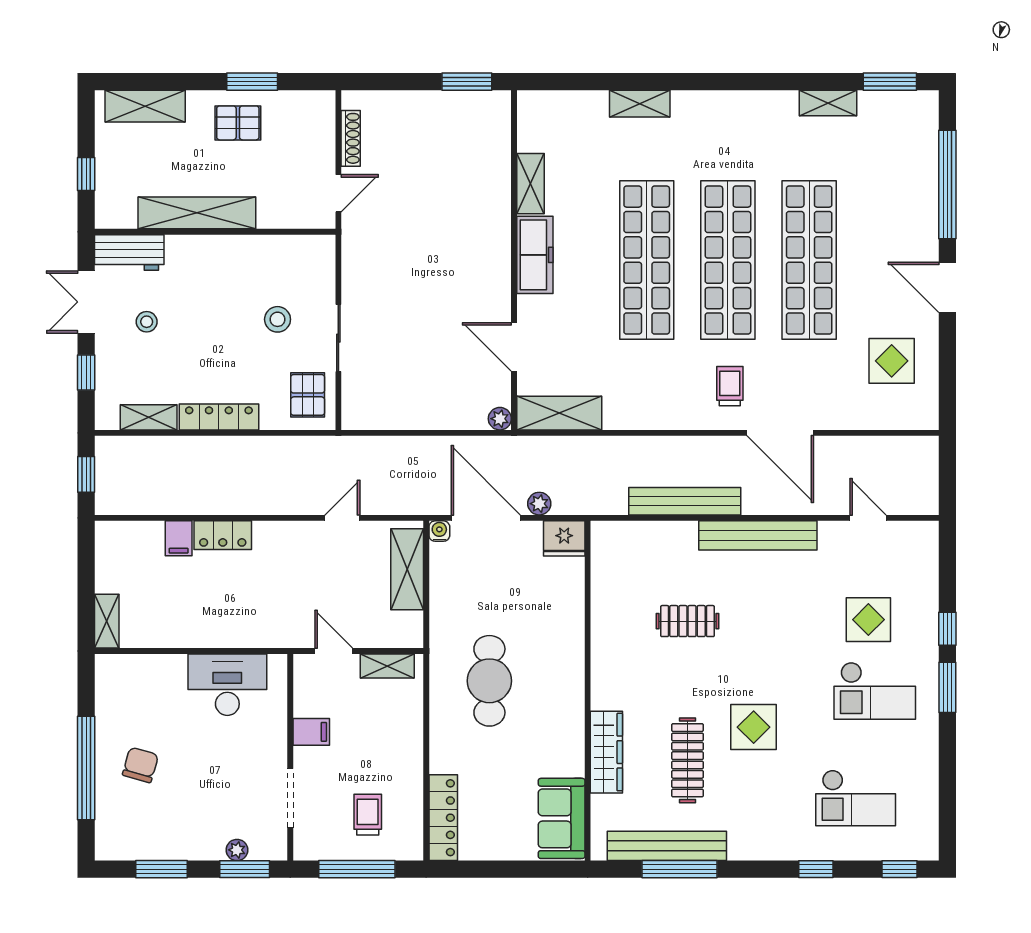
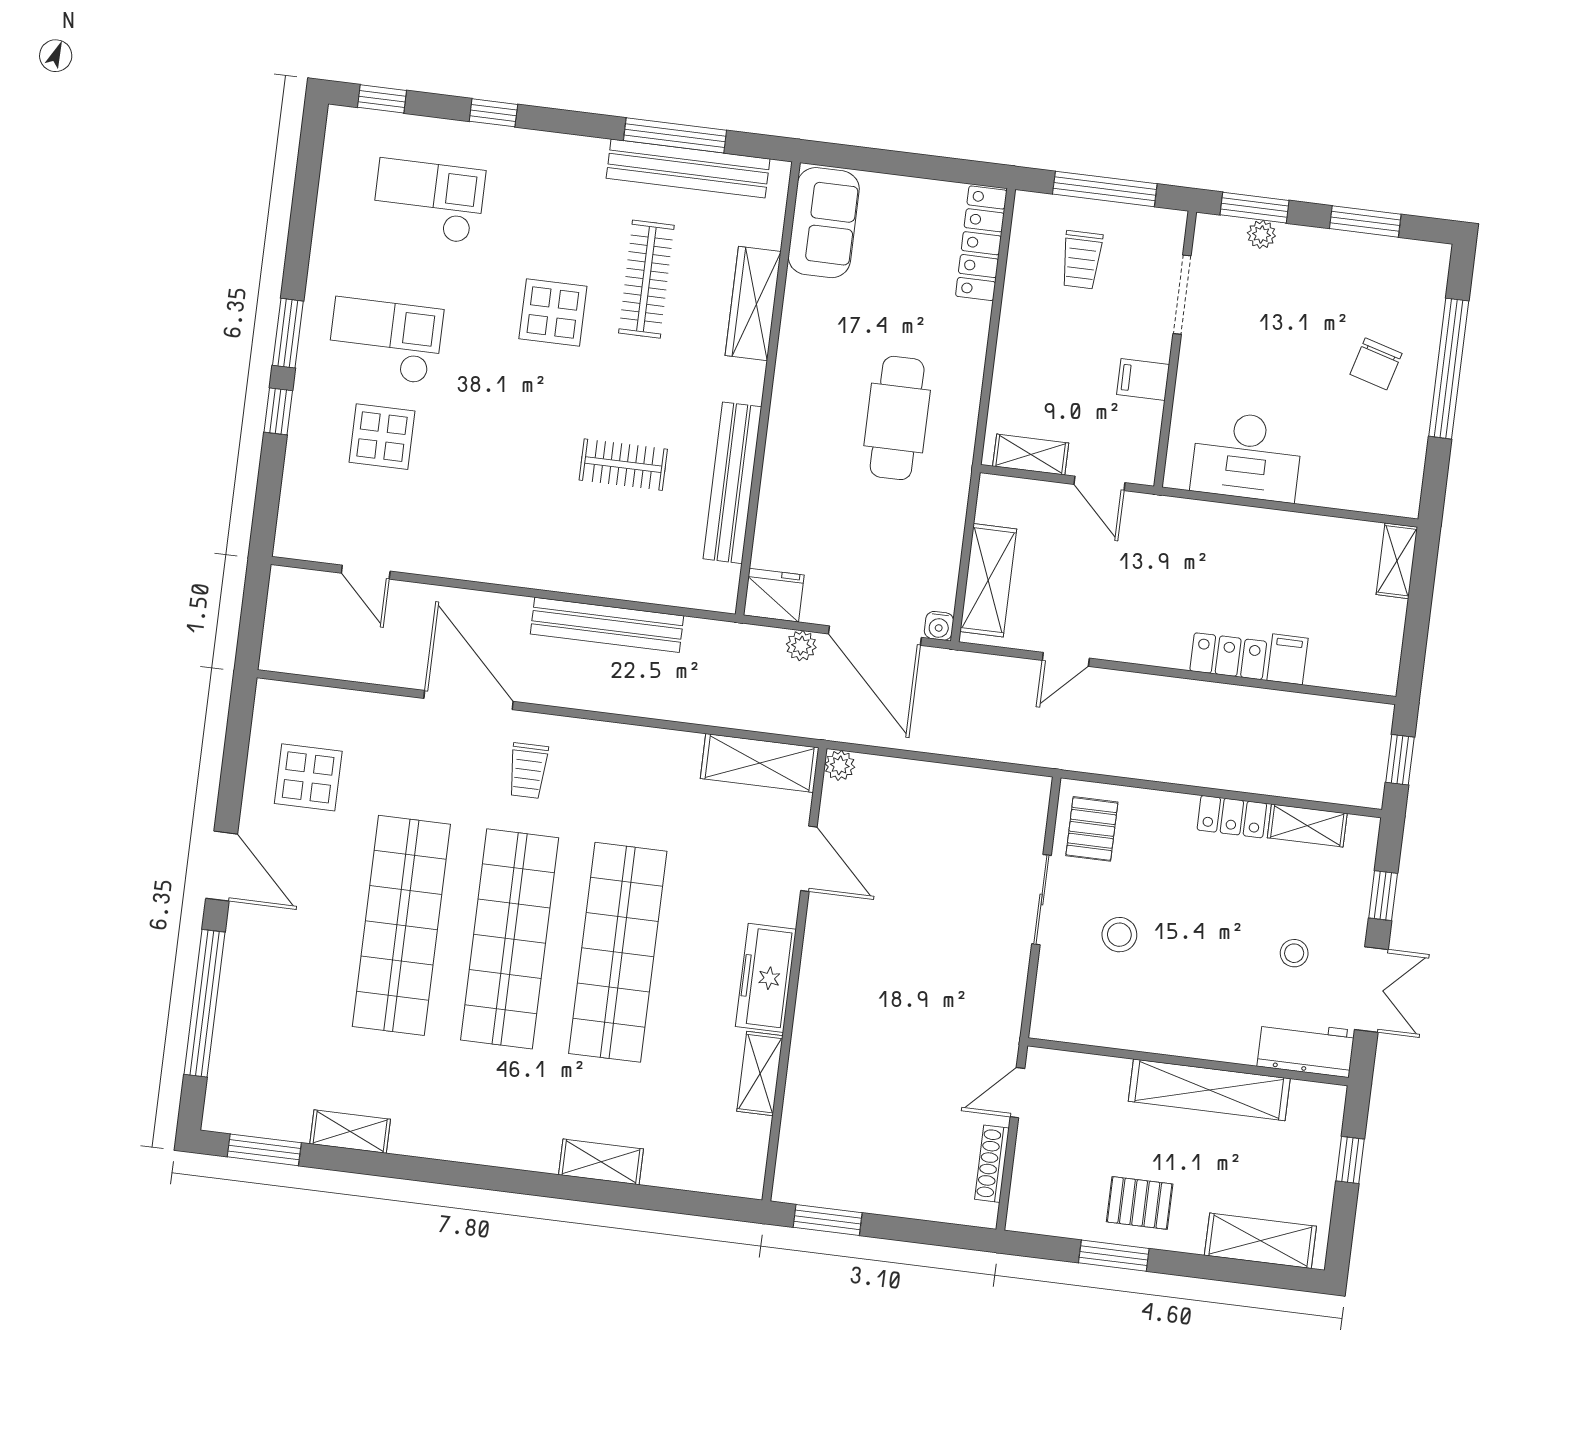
locker: (219, 417) -> (1232, 817), width x0.66
bench: (758, 535) -> (732, 483), moved, turned 90

